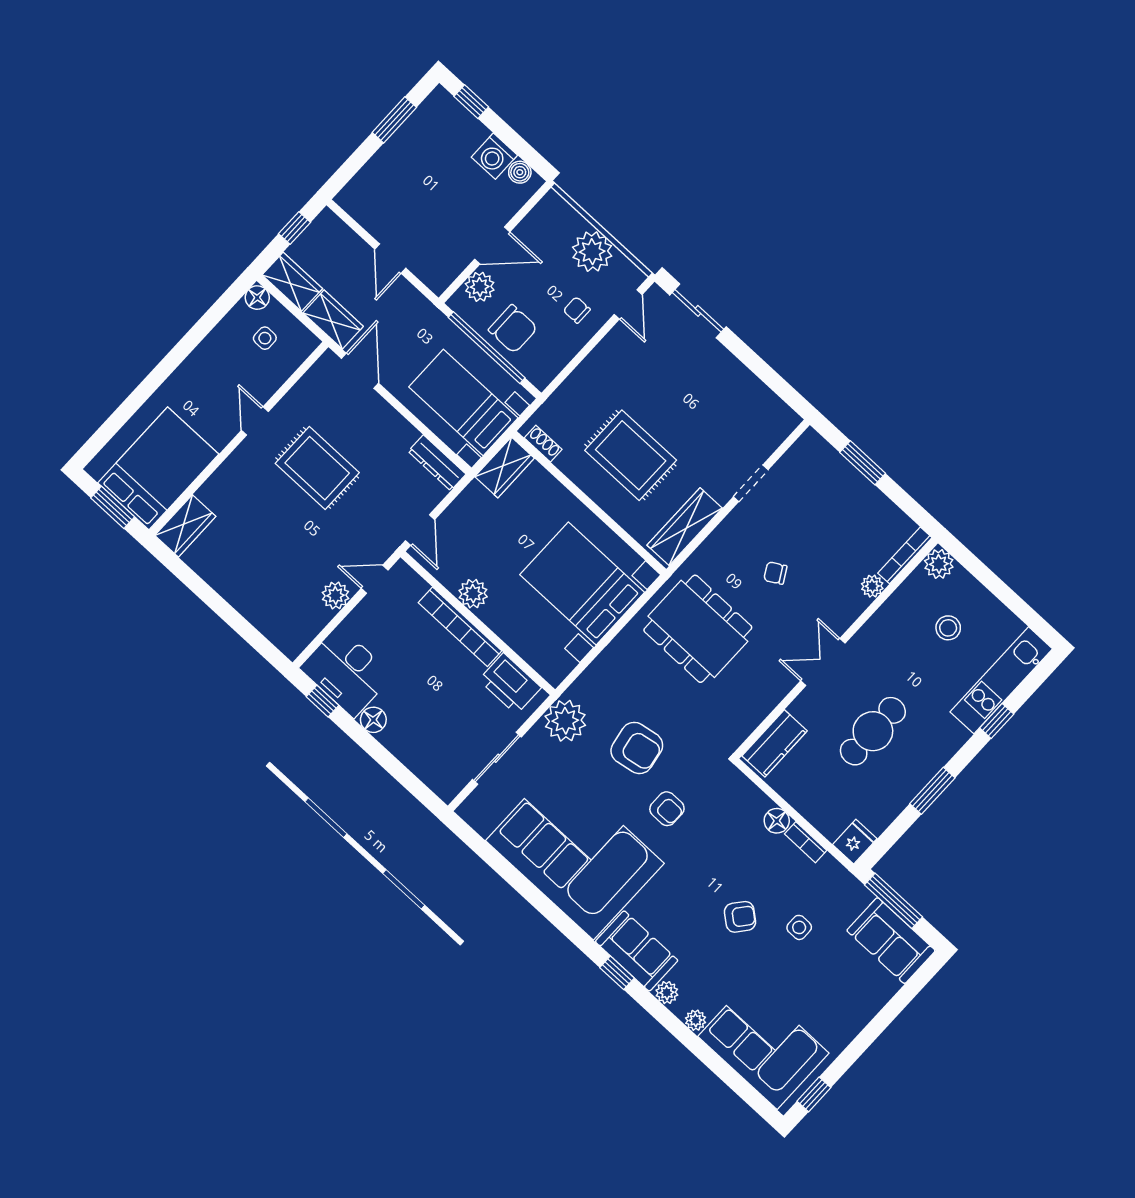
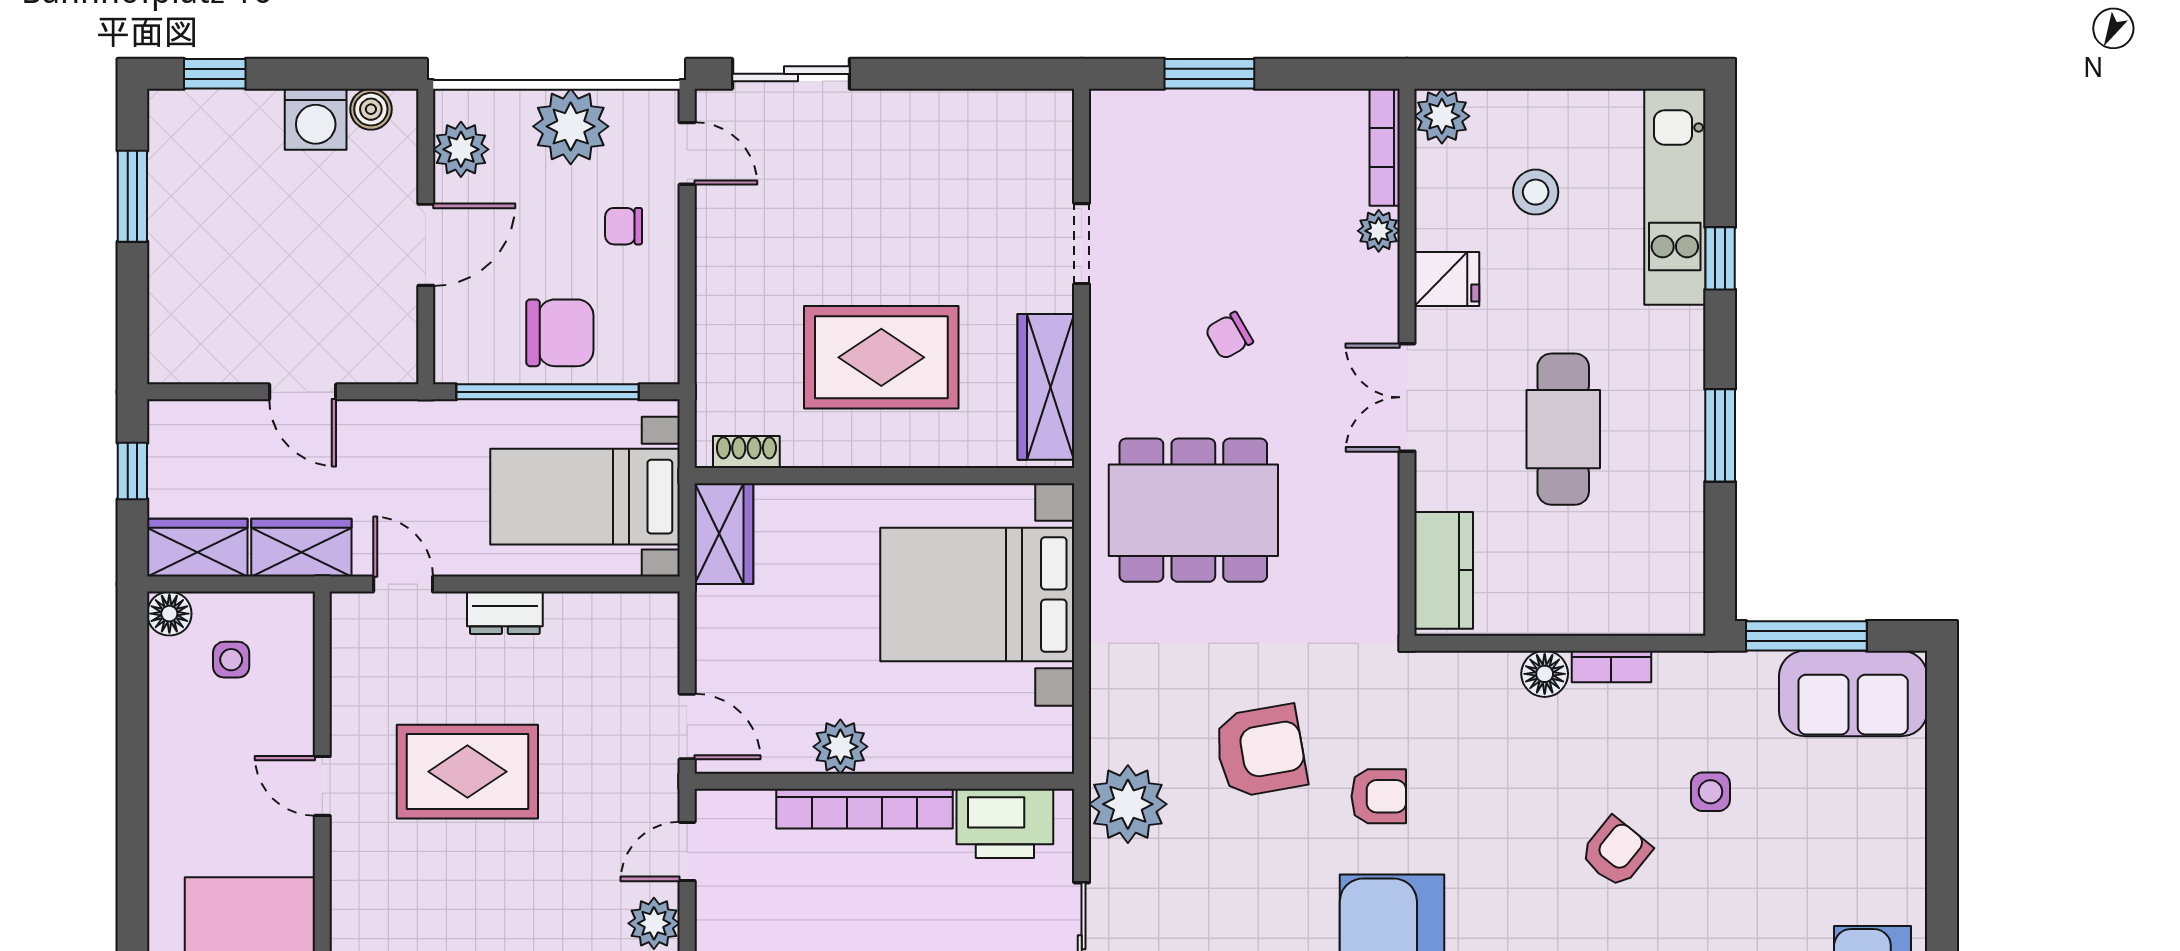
plant: (480, 287) -> (461, 149), moved
door: (360, 371) -> (403, 584), width x0.73
dresser: (437, 463) -> (505, 613), moved, width x0.70
fridge: (855, 842) -> (1447, 279), moved, turned 90

